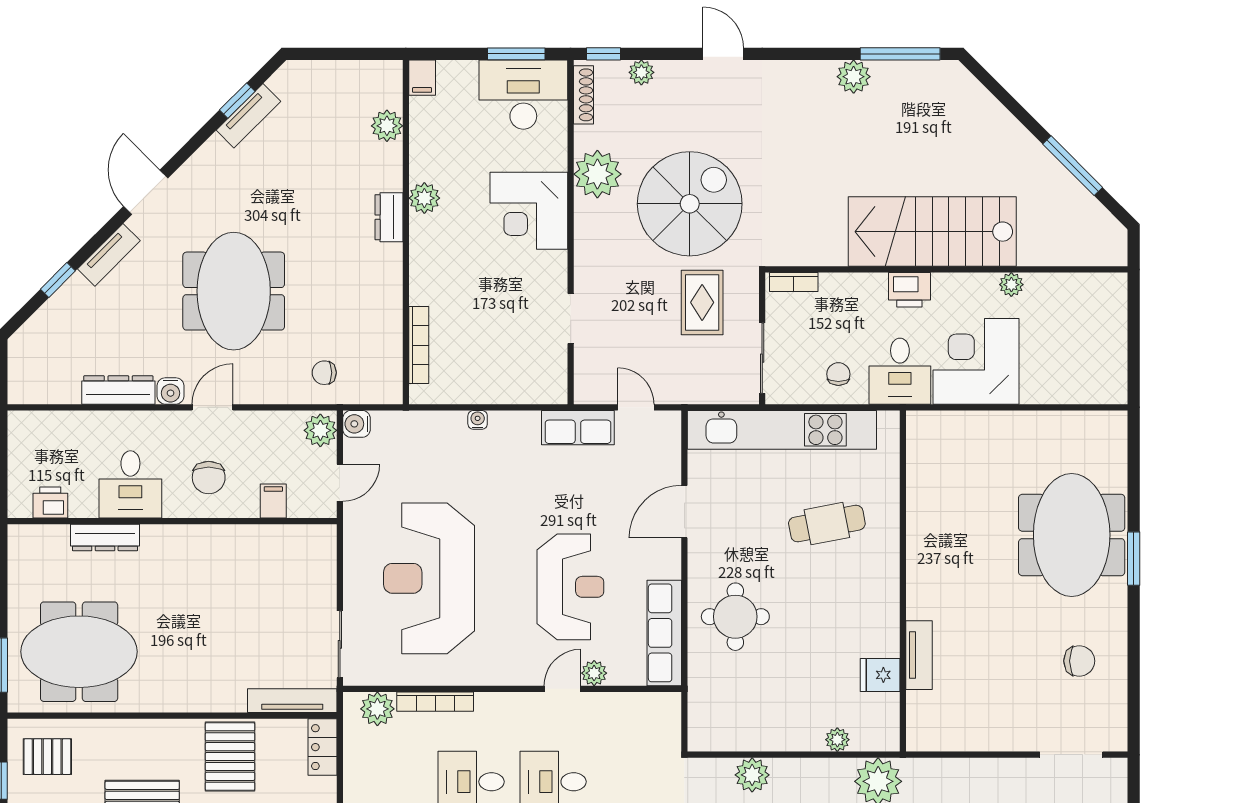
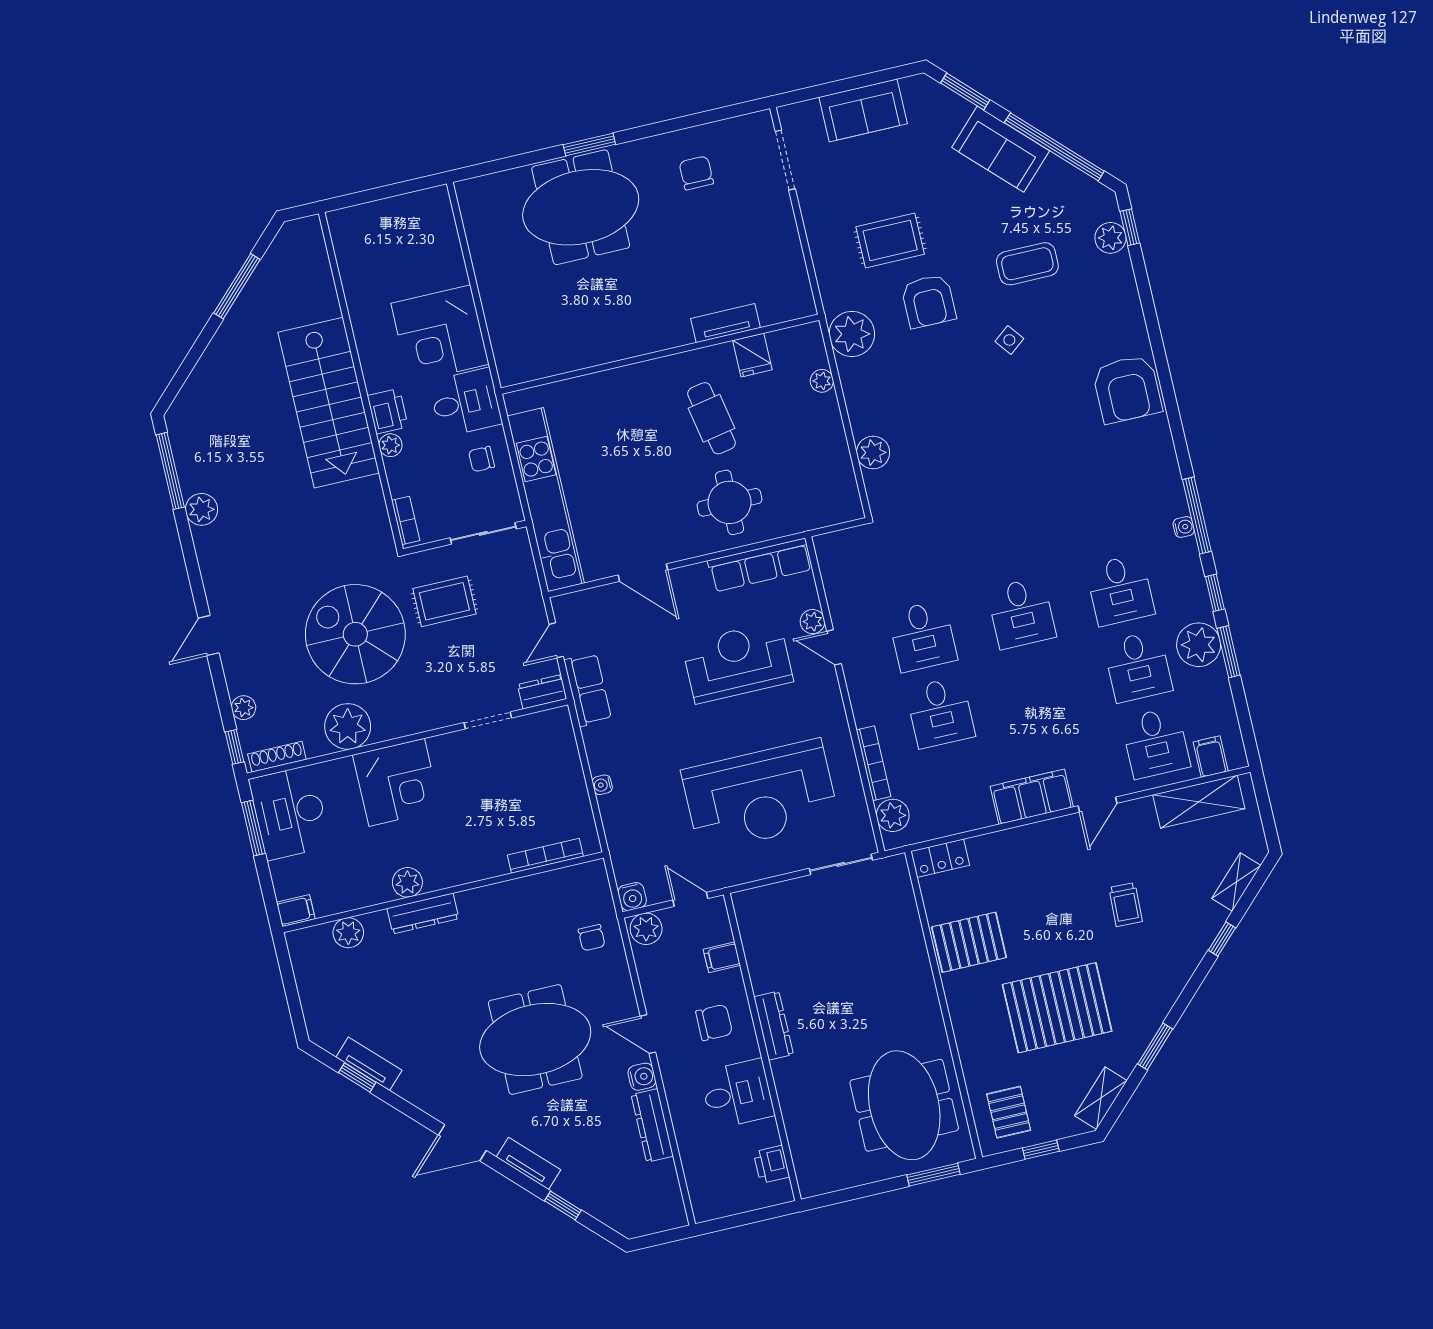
dresser: (389, 217) -> (423, 913), width x1.44
plant: (1011, 285) -> (390, 445), moved
dresser: (587, 381) -> (542, 692), added
cafe table: (827, 524) -> (711, 418), moved
dresser: (105, 537) -> (774, 1026), moved
tv unit: (292, 701) -> (904, 896), removed

